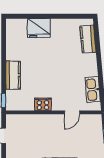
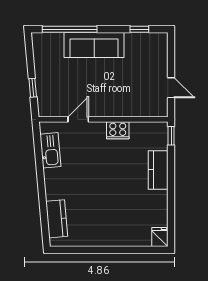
fridge: (39, 28) -> (160, 237), moved, width x0.53, depth x0.75

